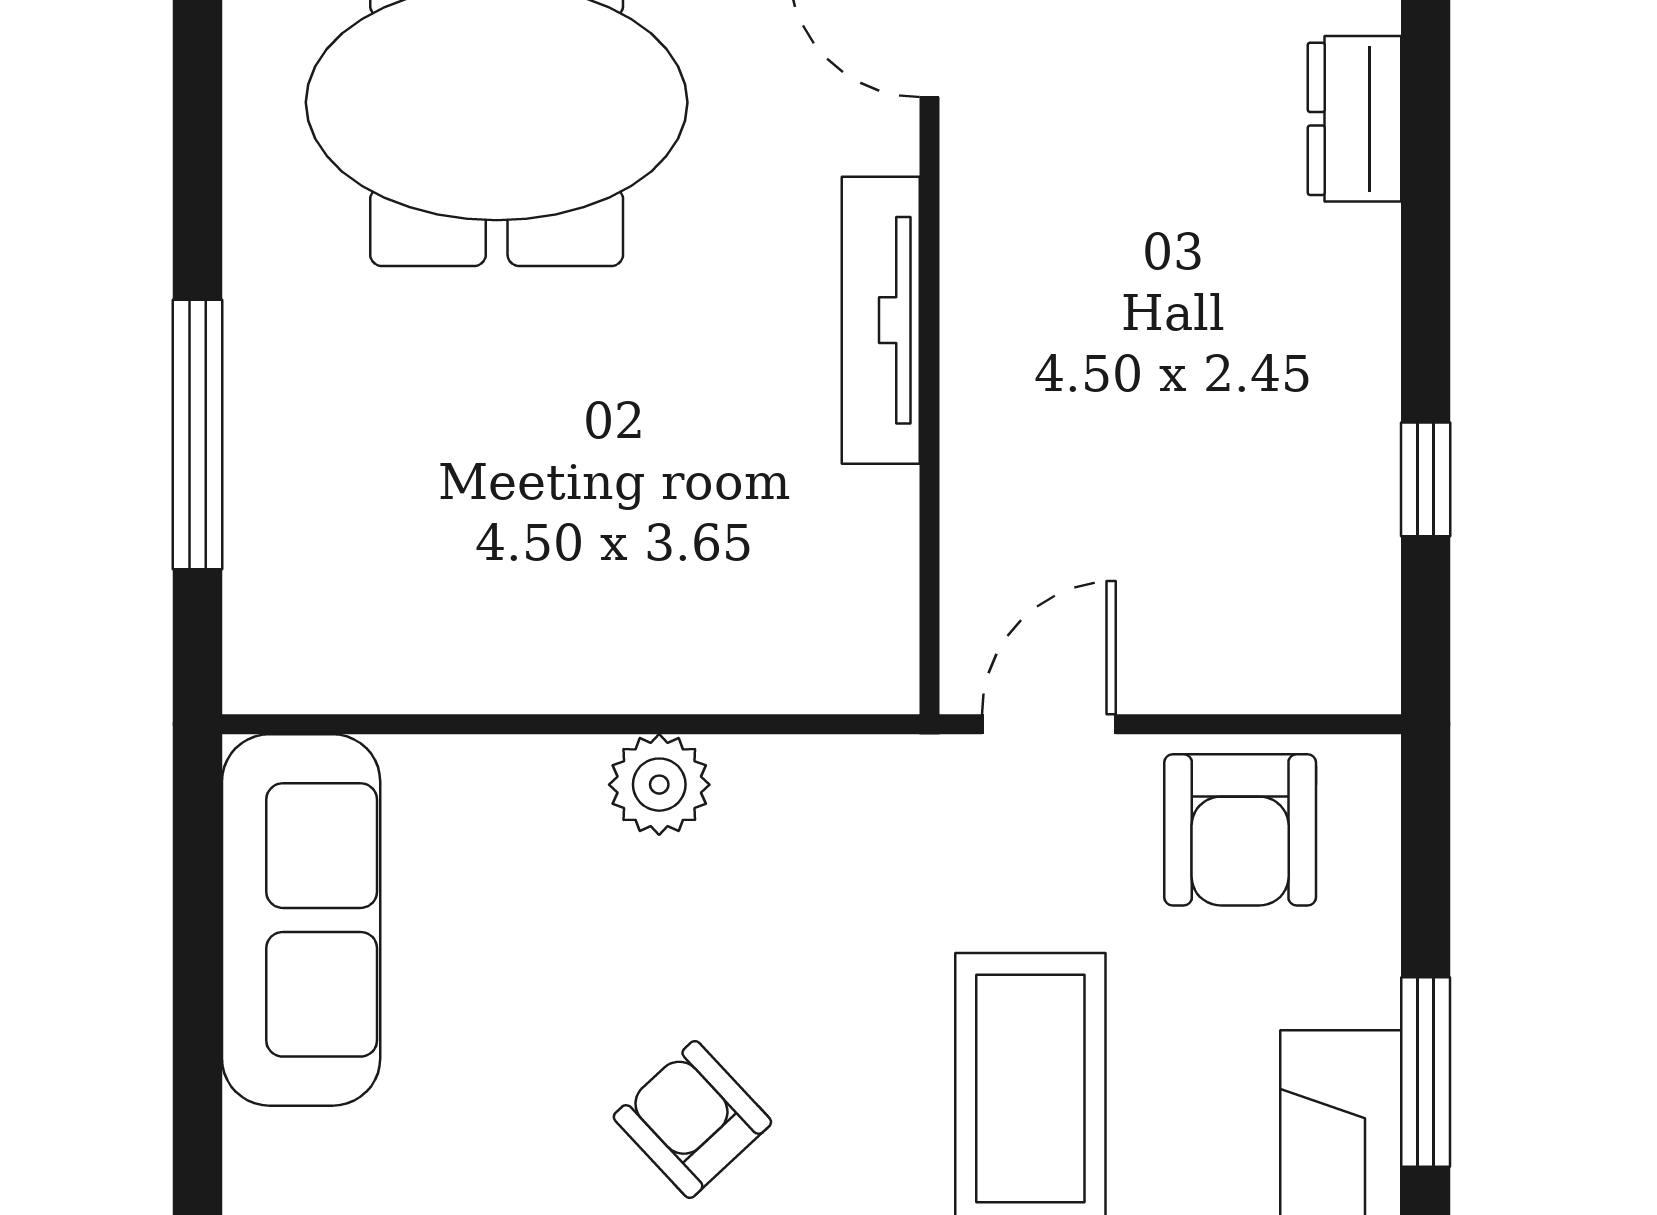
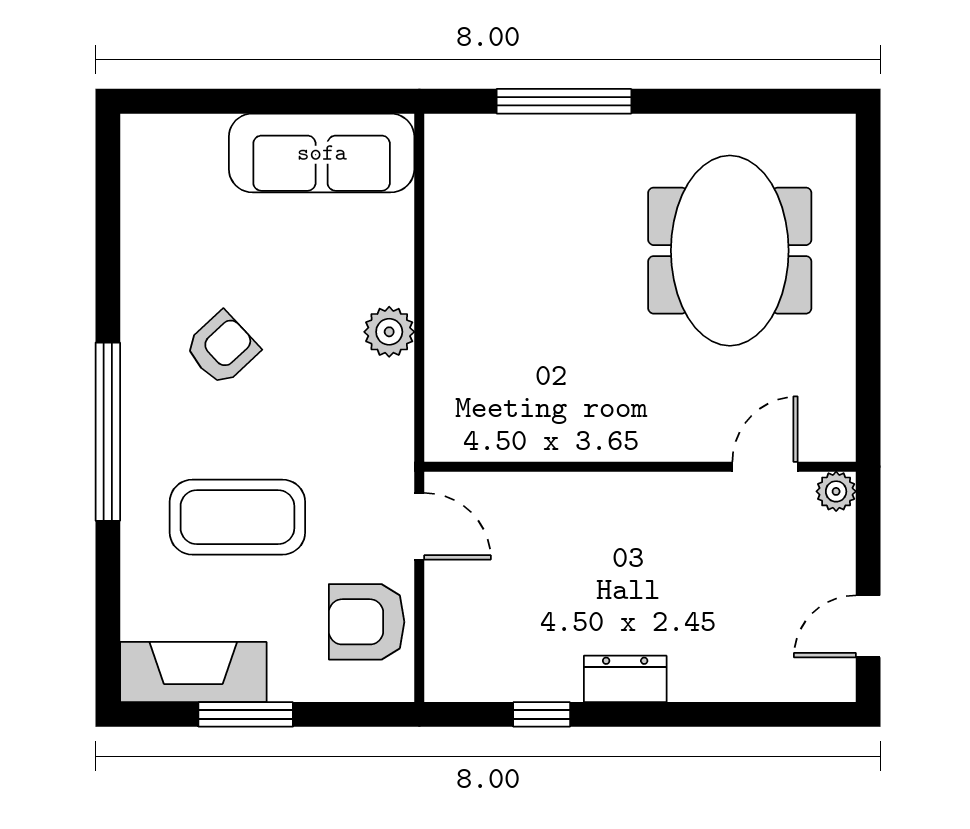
dresser: (1354, 119) -> (625, 679), moved
tv unit: (881, 320) -> (621, 442), removed

